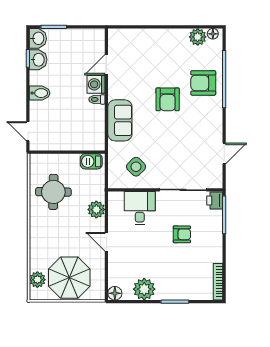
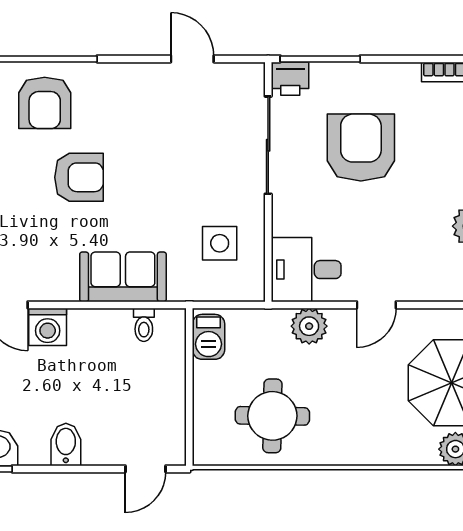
toilet: (97, 99) -> (144, 325), moved
side table: (136, 167) -> (220, 243), turned 45
desk: (140, 208) -> (306, 270), moved
armchair: (182, 234) -> (361, 147), width x1.88, depth x1.88

